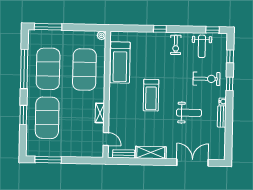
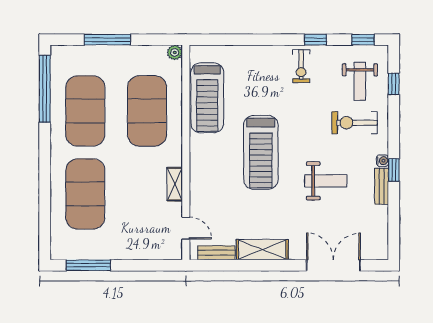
window: (48, 27) -> (107, 40), moved
window: (160, 29) -> (316, 40), moved
weight bench: (202, 46) -> (360, 81), moved
window: (24, 69) -> (45, 89), moved
exercise bike: (207, 79) -> (355, 123), turned 180
window: (230, 84) -> (394, 170), moved
treadmill: (151, 95) -> (261, 152), width x1.37, depth x1.38
window: (23, 115) -> (45, 190), removed

